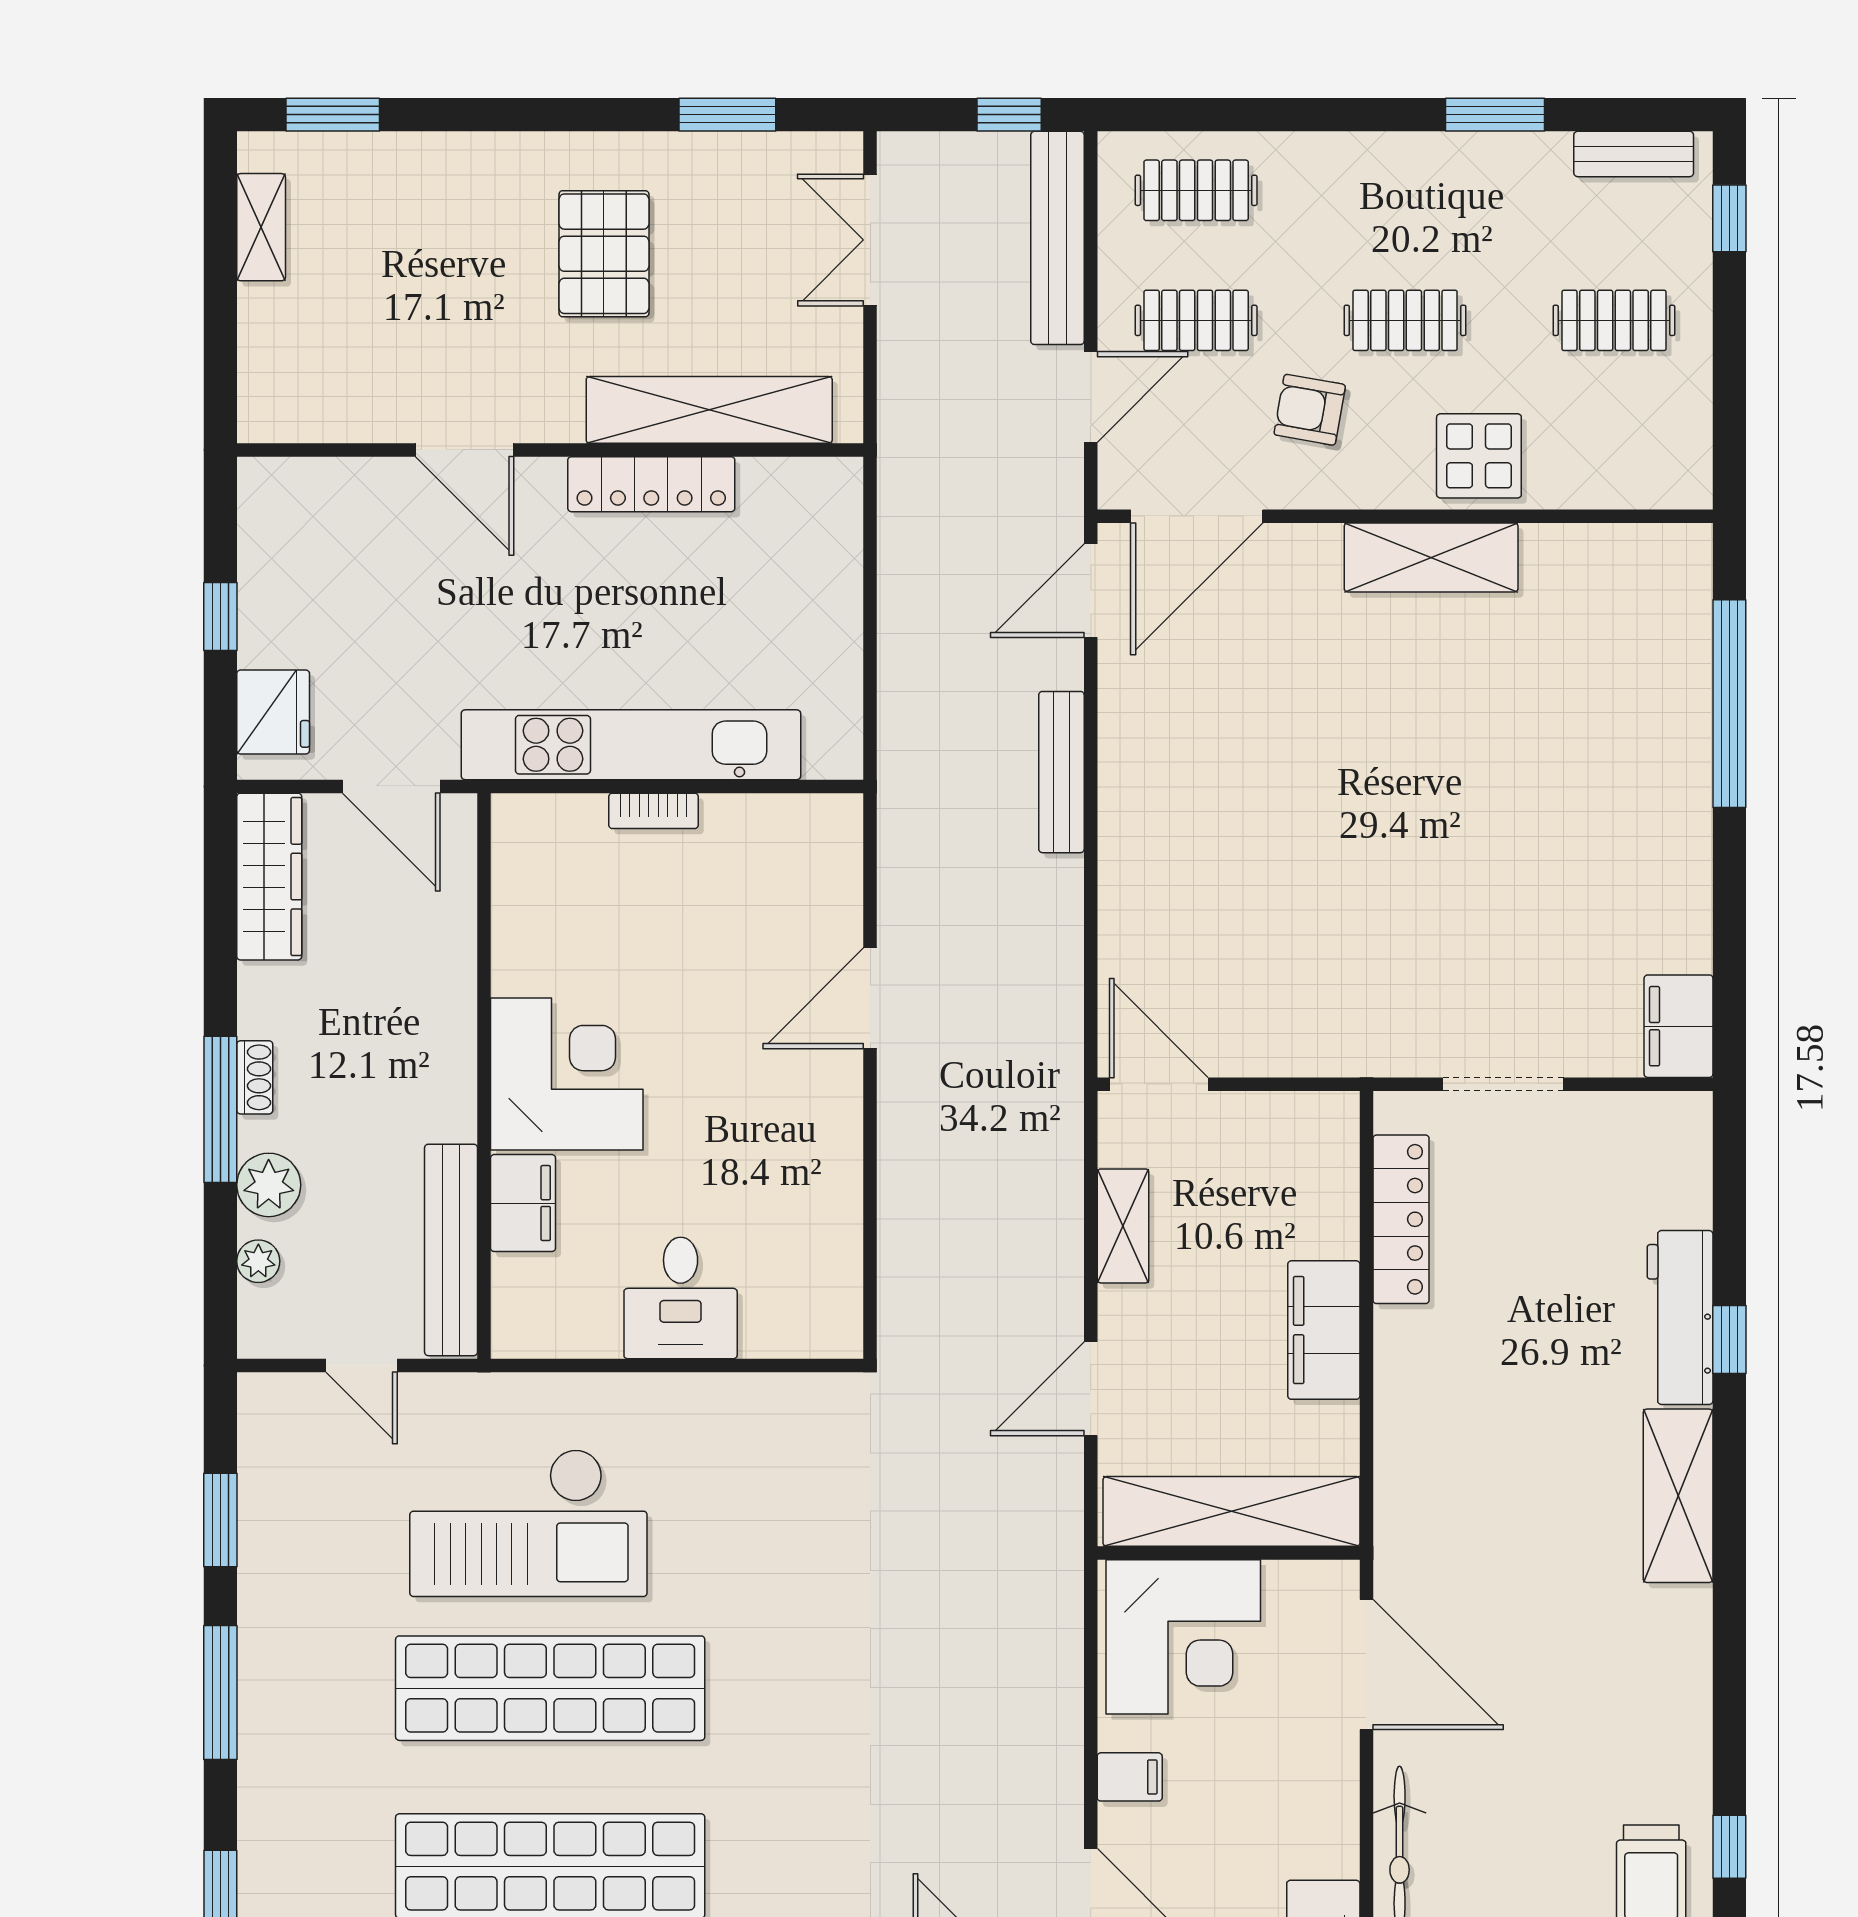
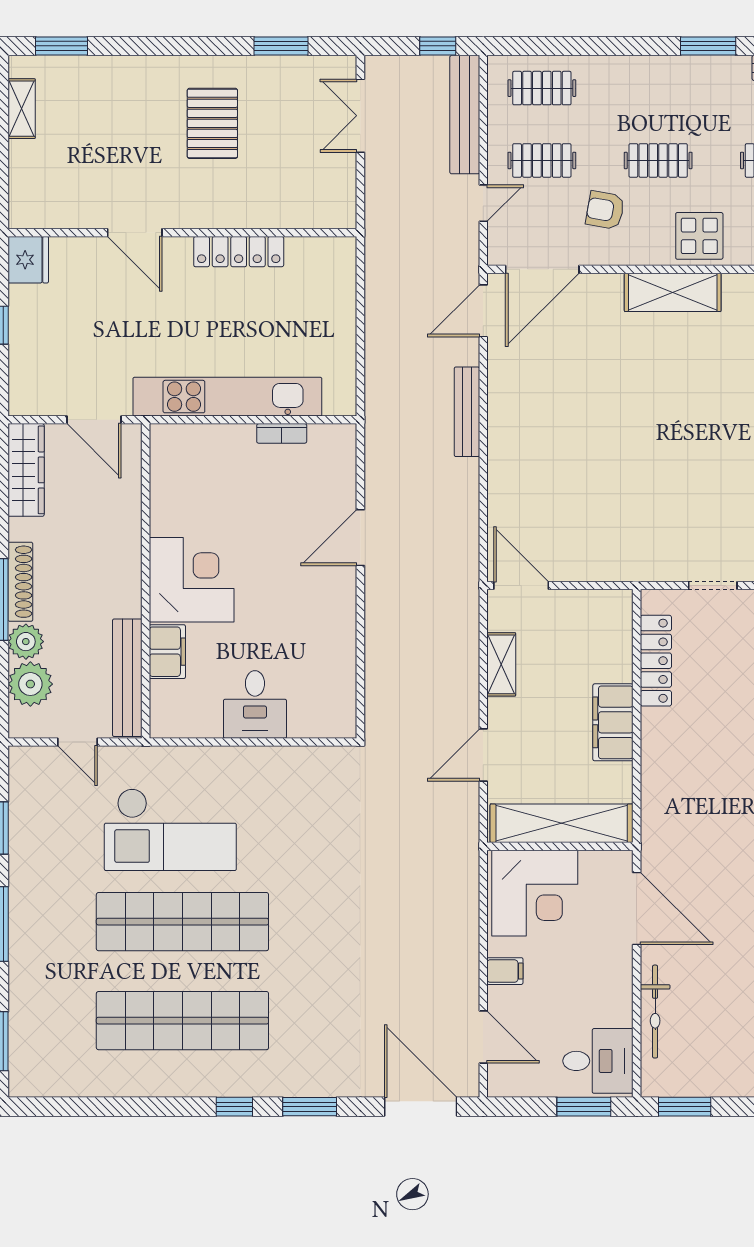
door: (1091, 397) -> (483, 203), width x0.73
shelving: (709, 410) -> (271, 210), removed
fridge: (273, 712) -> (28, 260), moved
bookcase: (654, 811) -> (282, 433), moved
shoe rack: (255, 1077) -> (20, 582), width x1.94, depth x1.24
doorway: (1503, 1084) -> (713, 586), width x0.73
plant: (258, 1261) -> (30, 684), width x1.87, depth x1.87

